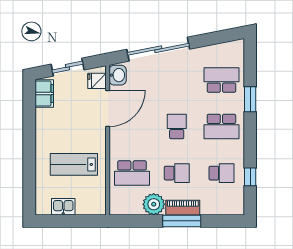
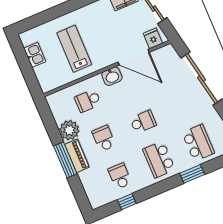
washbasin: (118, 75) -> (112, 76), moved
school desk: (132, 173) -> (88, 101), width x0.54
school desk: (177, 173) -> (104, 138), turned 180
school desk: (221, 173) -> (120, 176), turned 180

